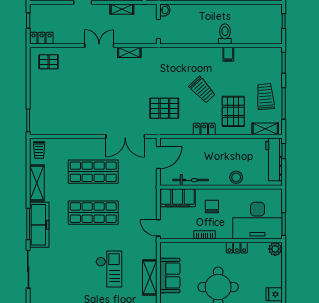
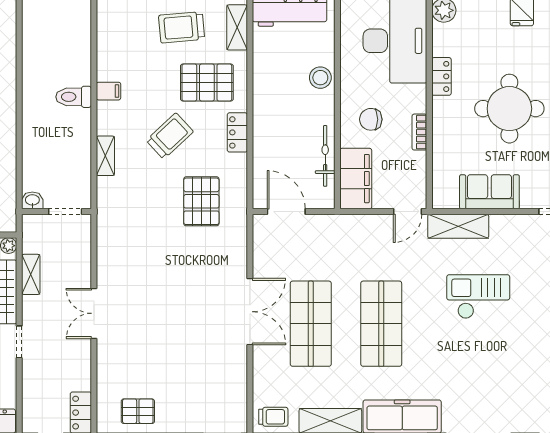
shelving: (129, 52) -> (105, 156), moved
pallet: (49, 62) -> (138, 411), moved, turned 90
double door: (125, 136) -> (250, 312), moved
shelving: (150, 277) -> (458, 226), moved

